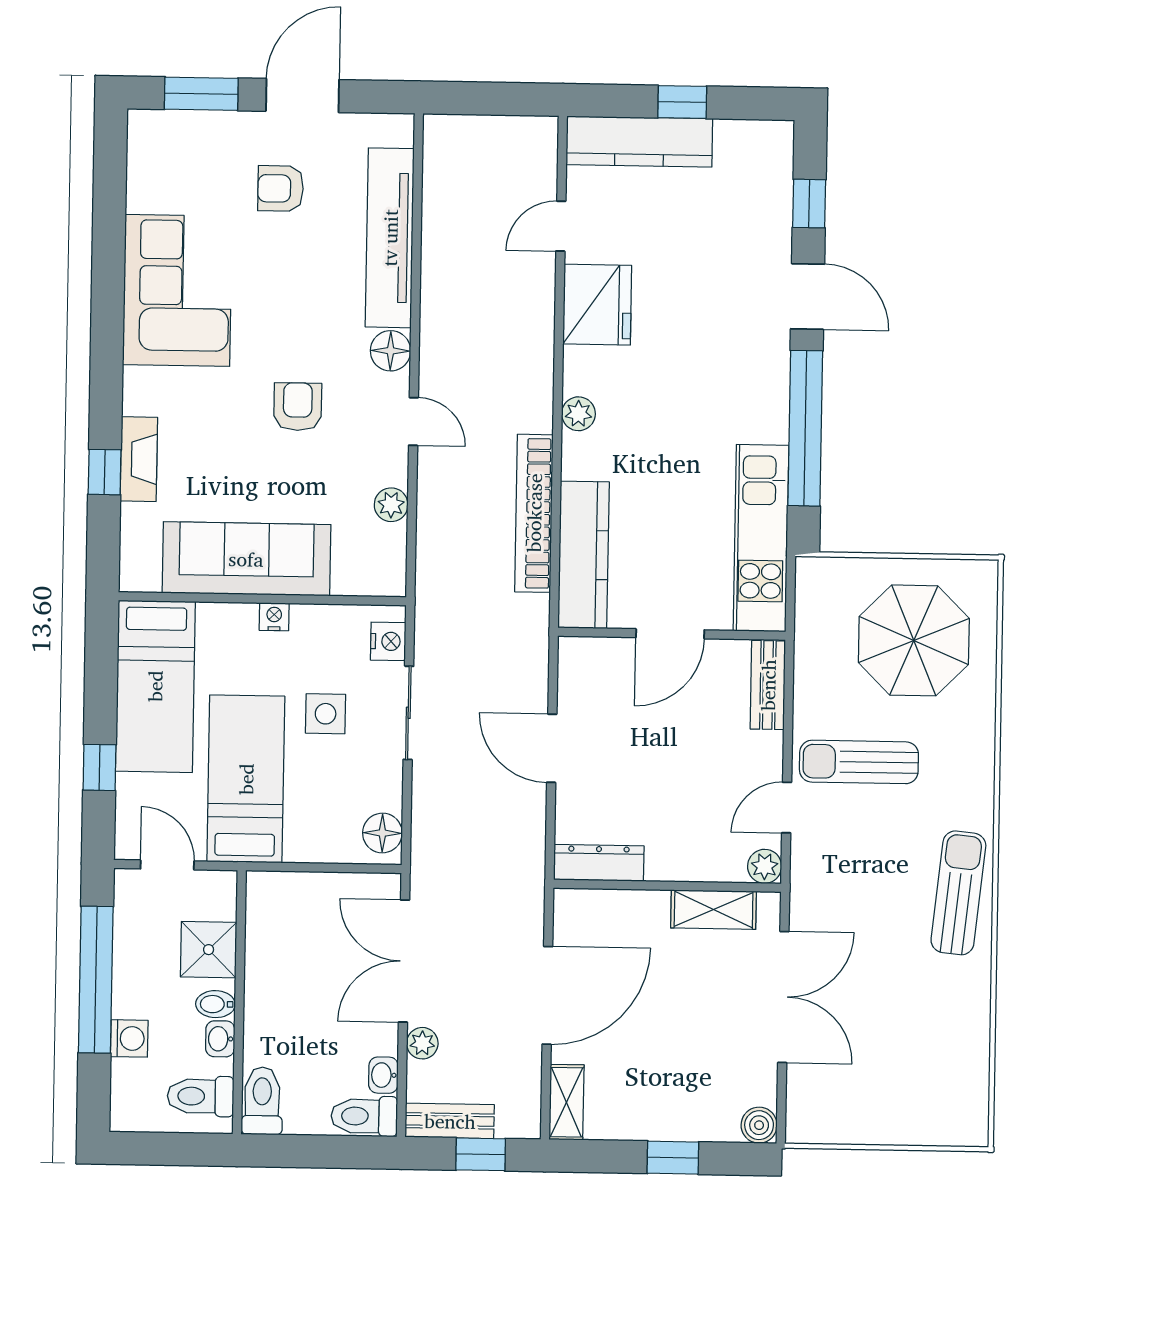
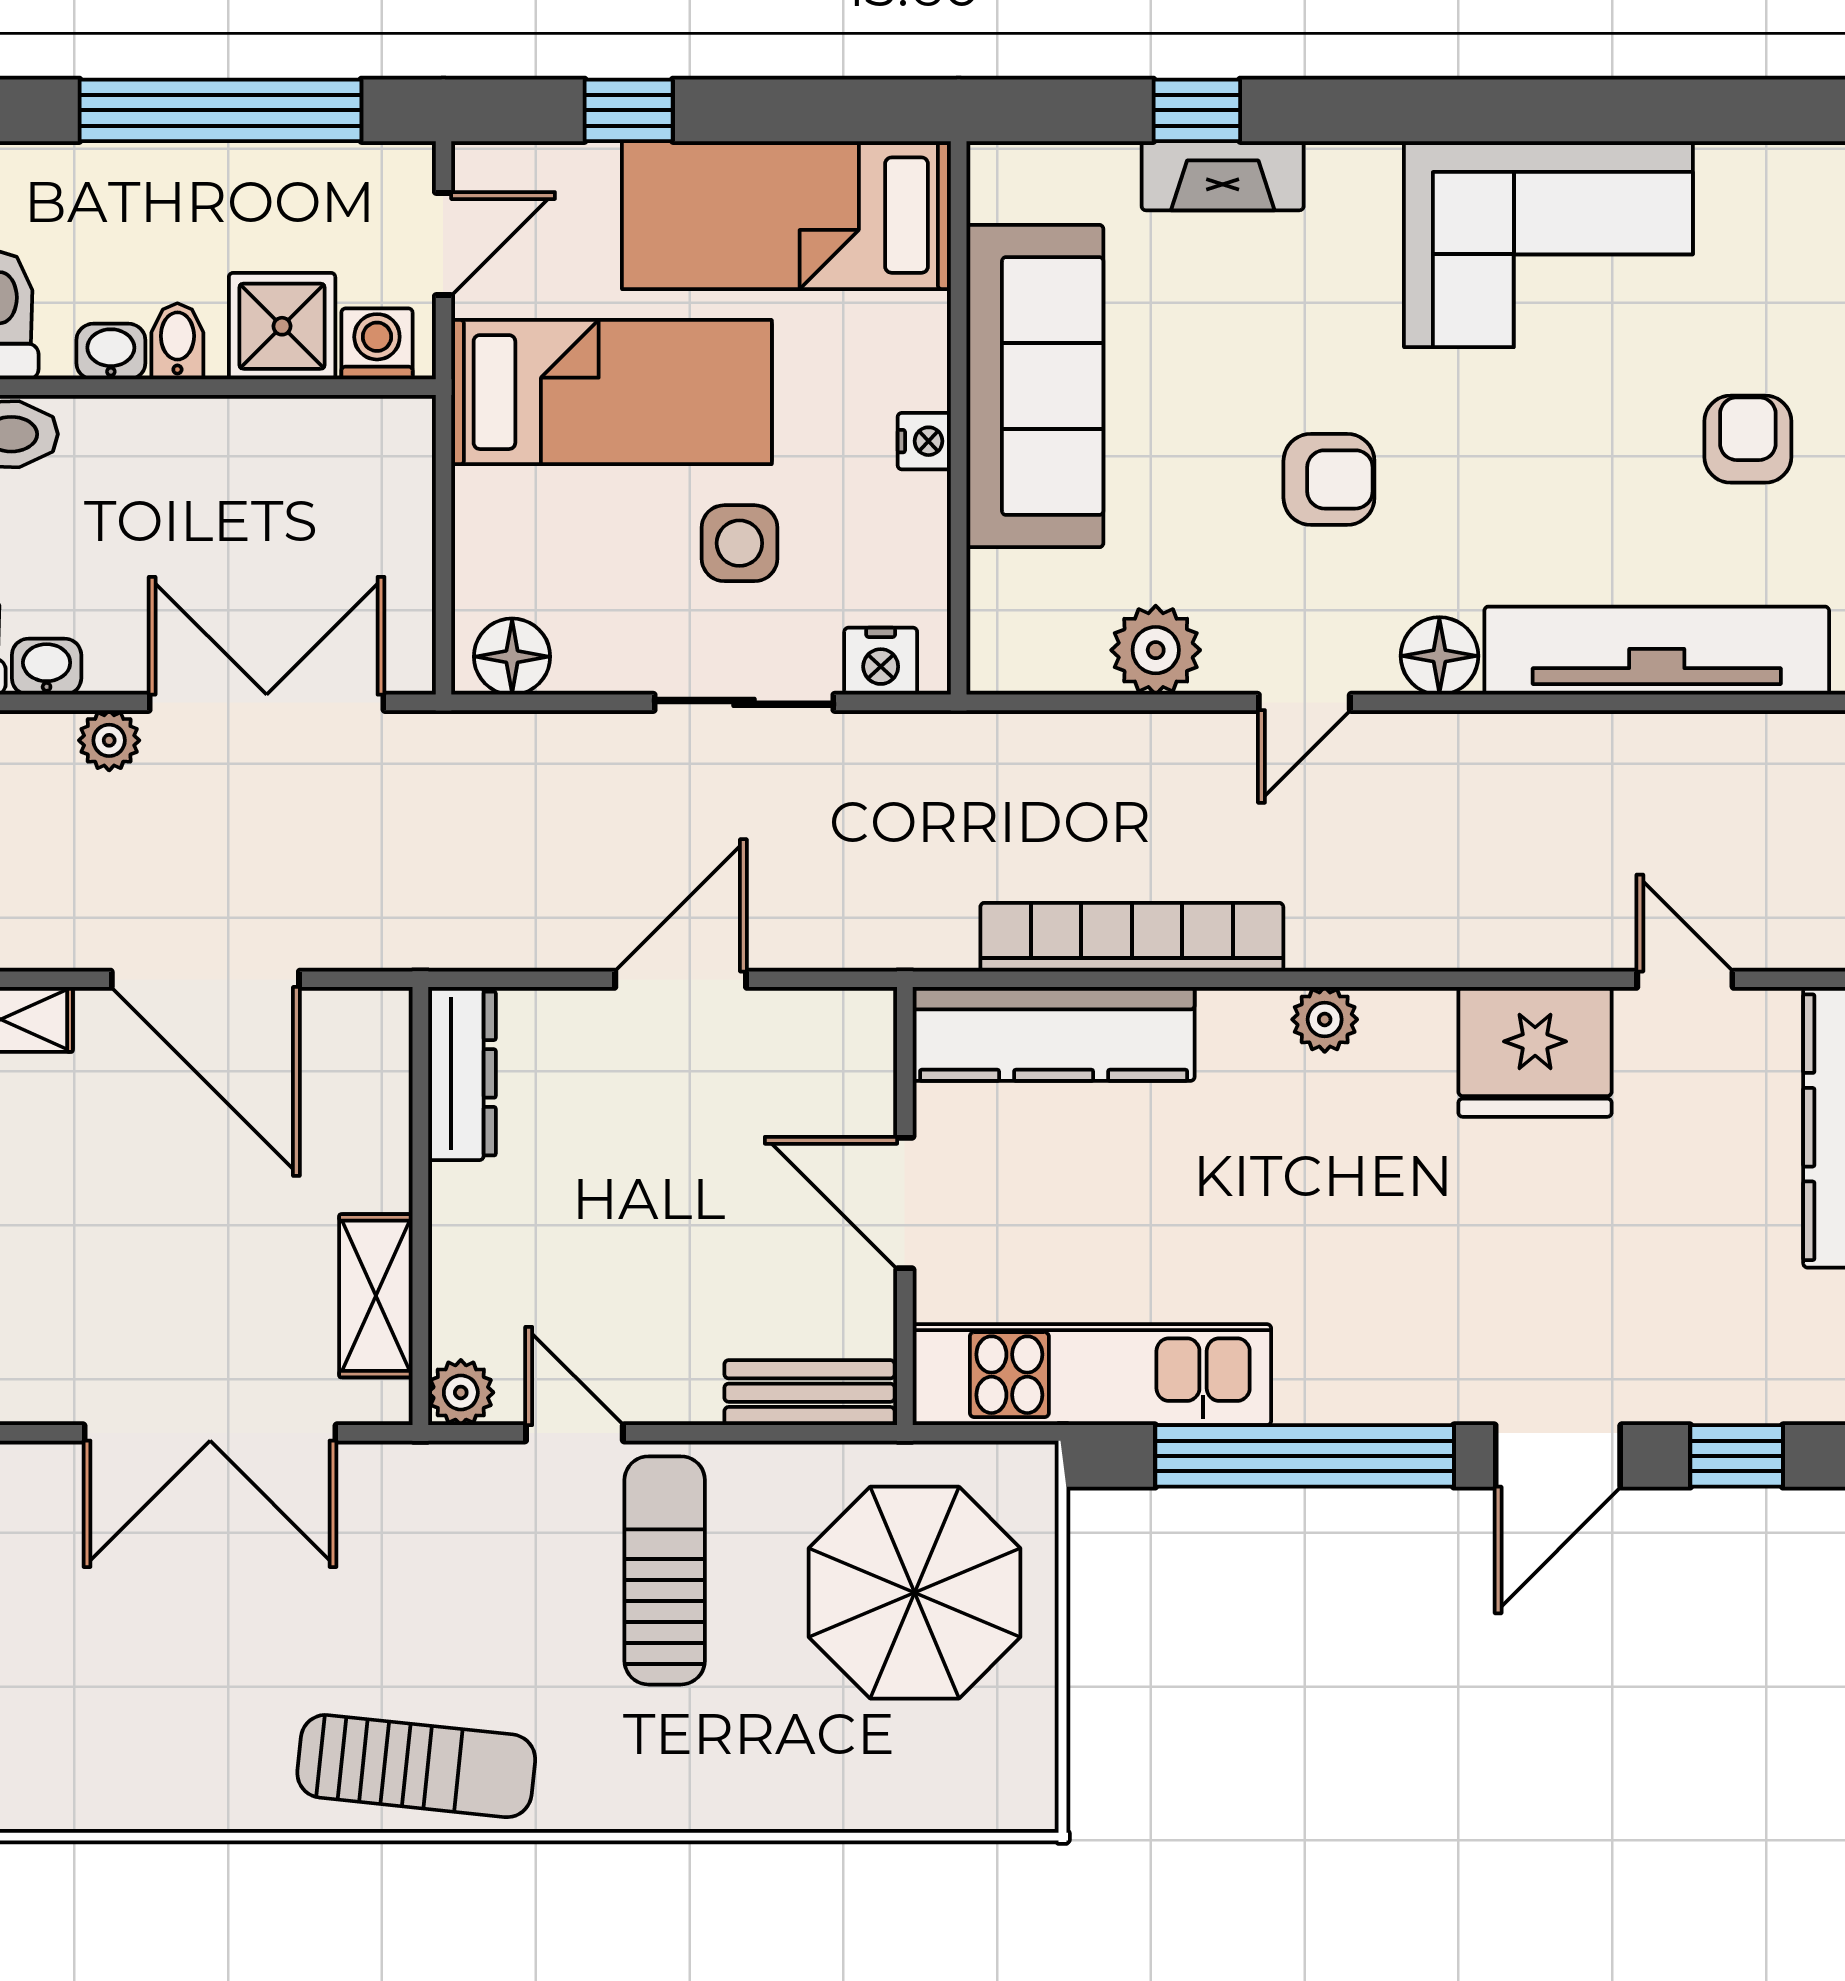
plant: (391, 505) -> (1156, 650), width x1.38, depth x1.38
parasol: (914, 640) -> (915, 1593), moved
washing machine: (129, 1038) -> (377, 344), moved, turned 180

